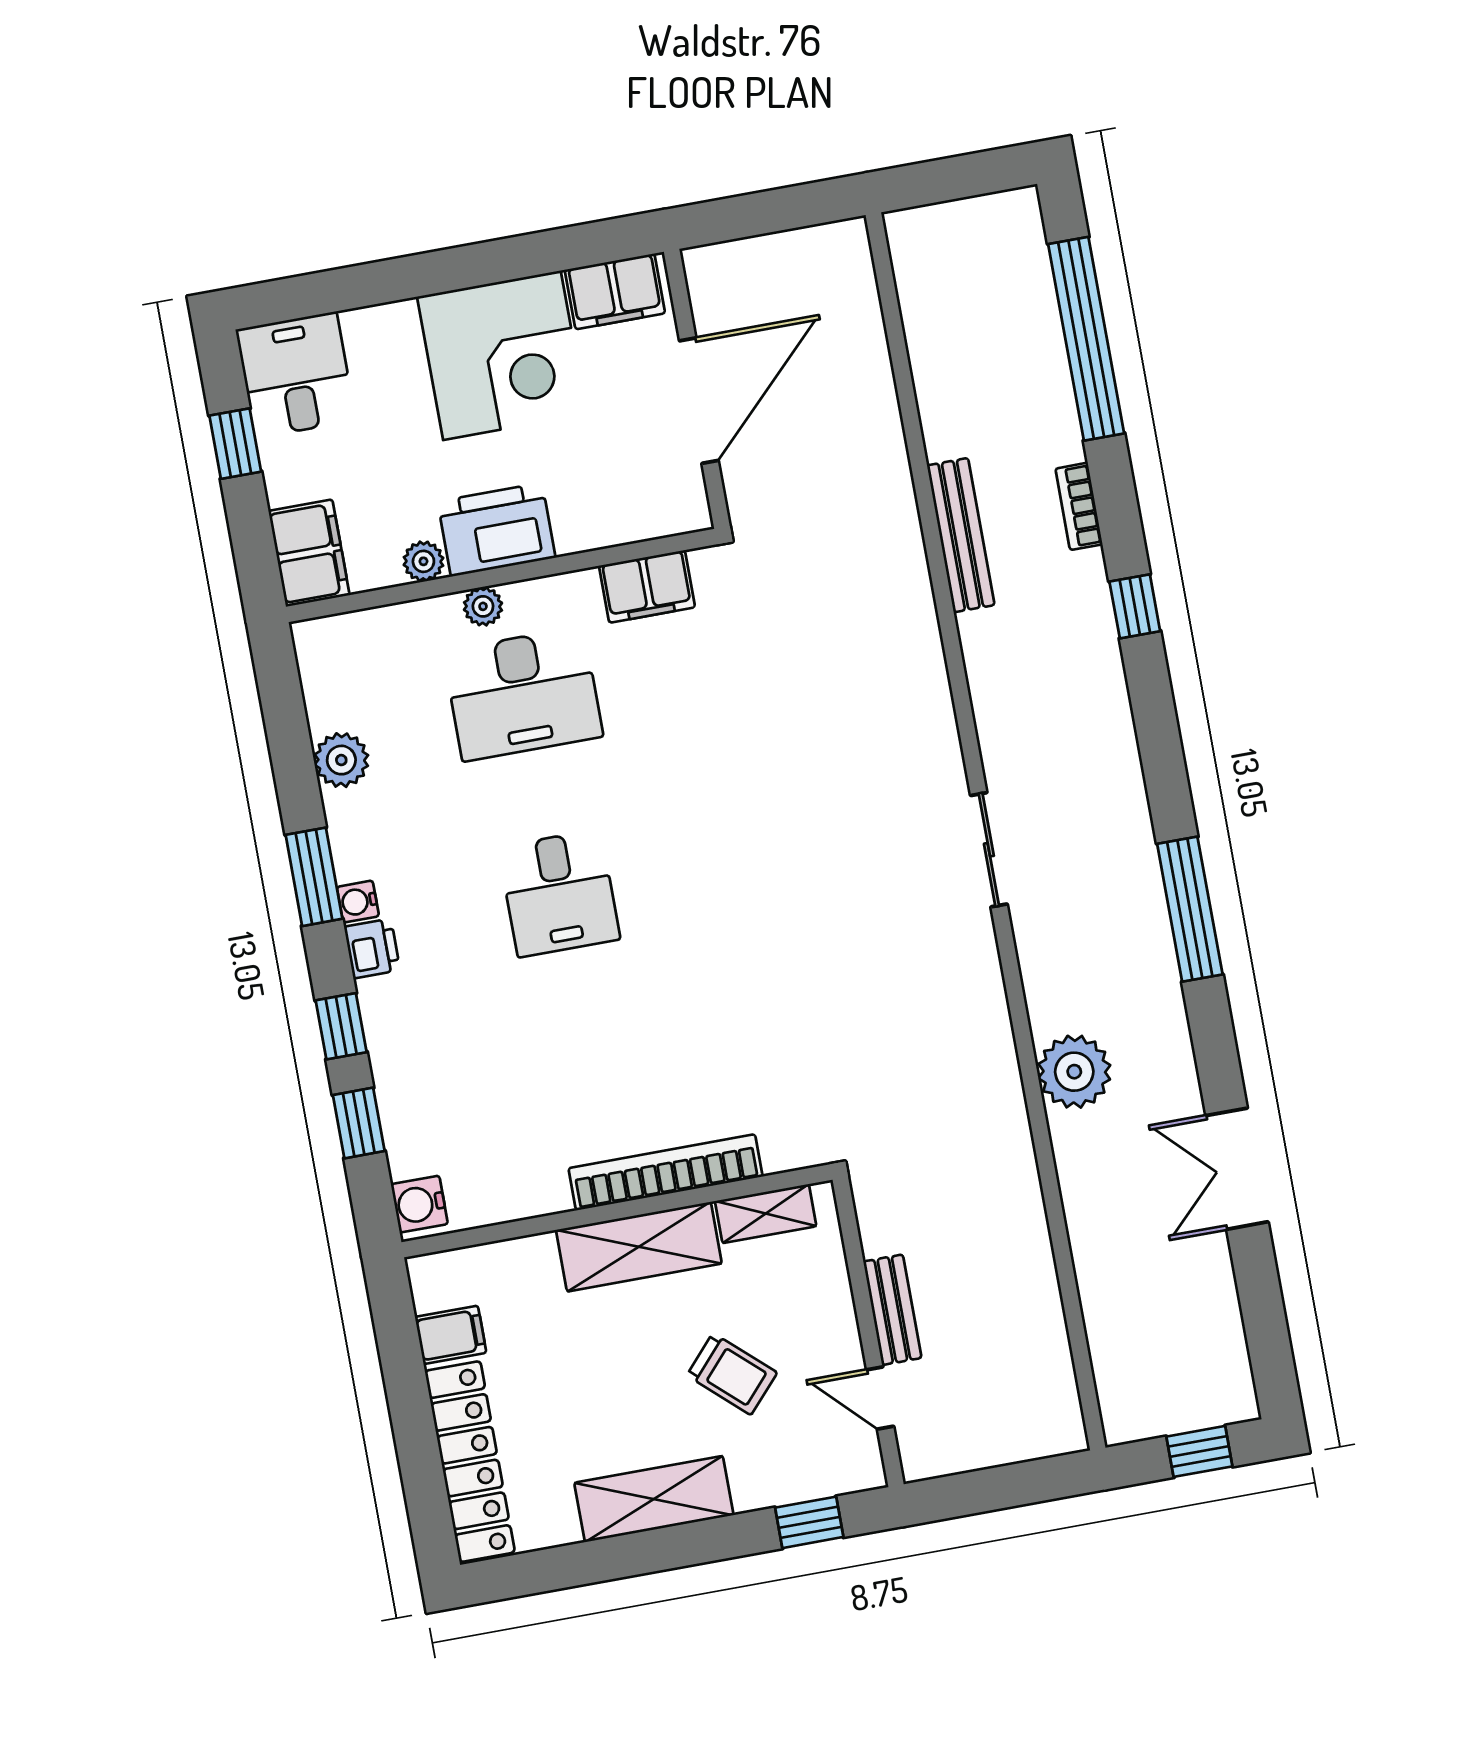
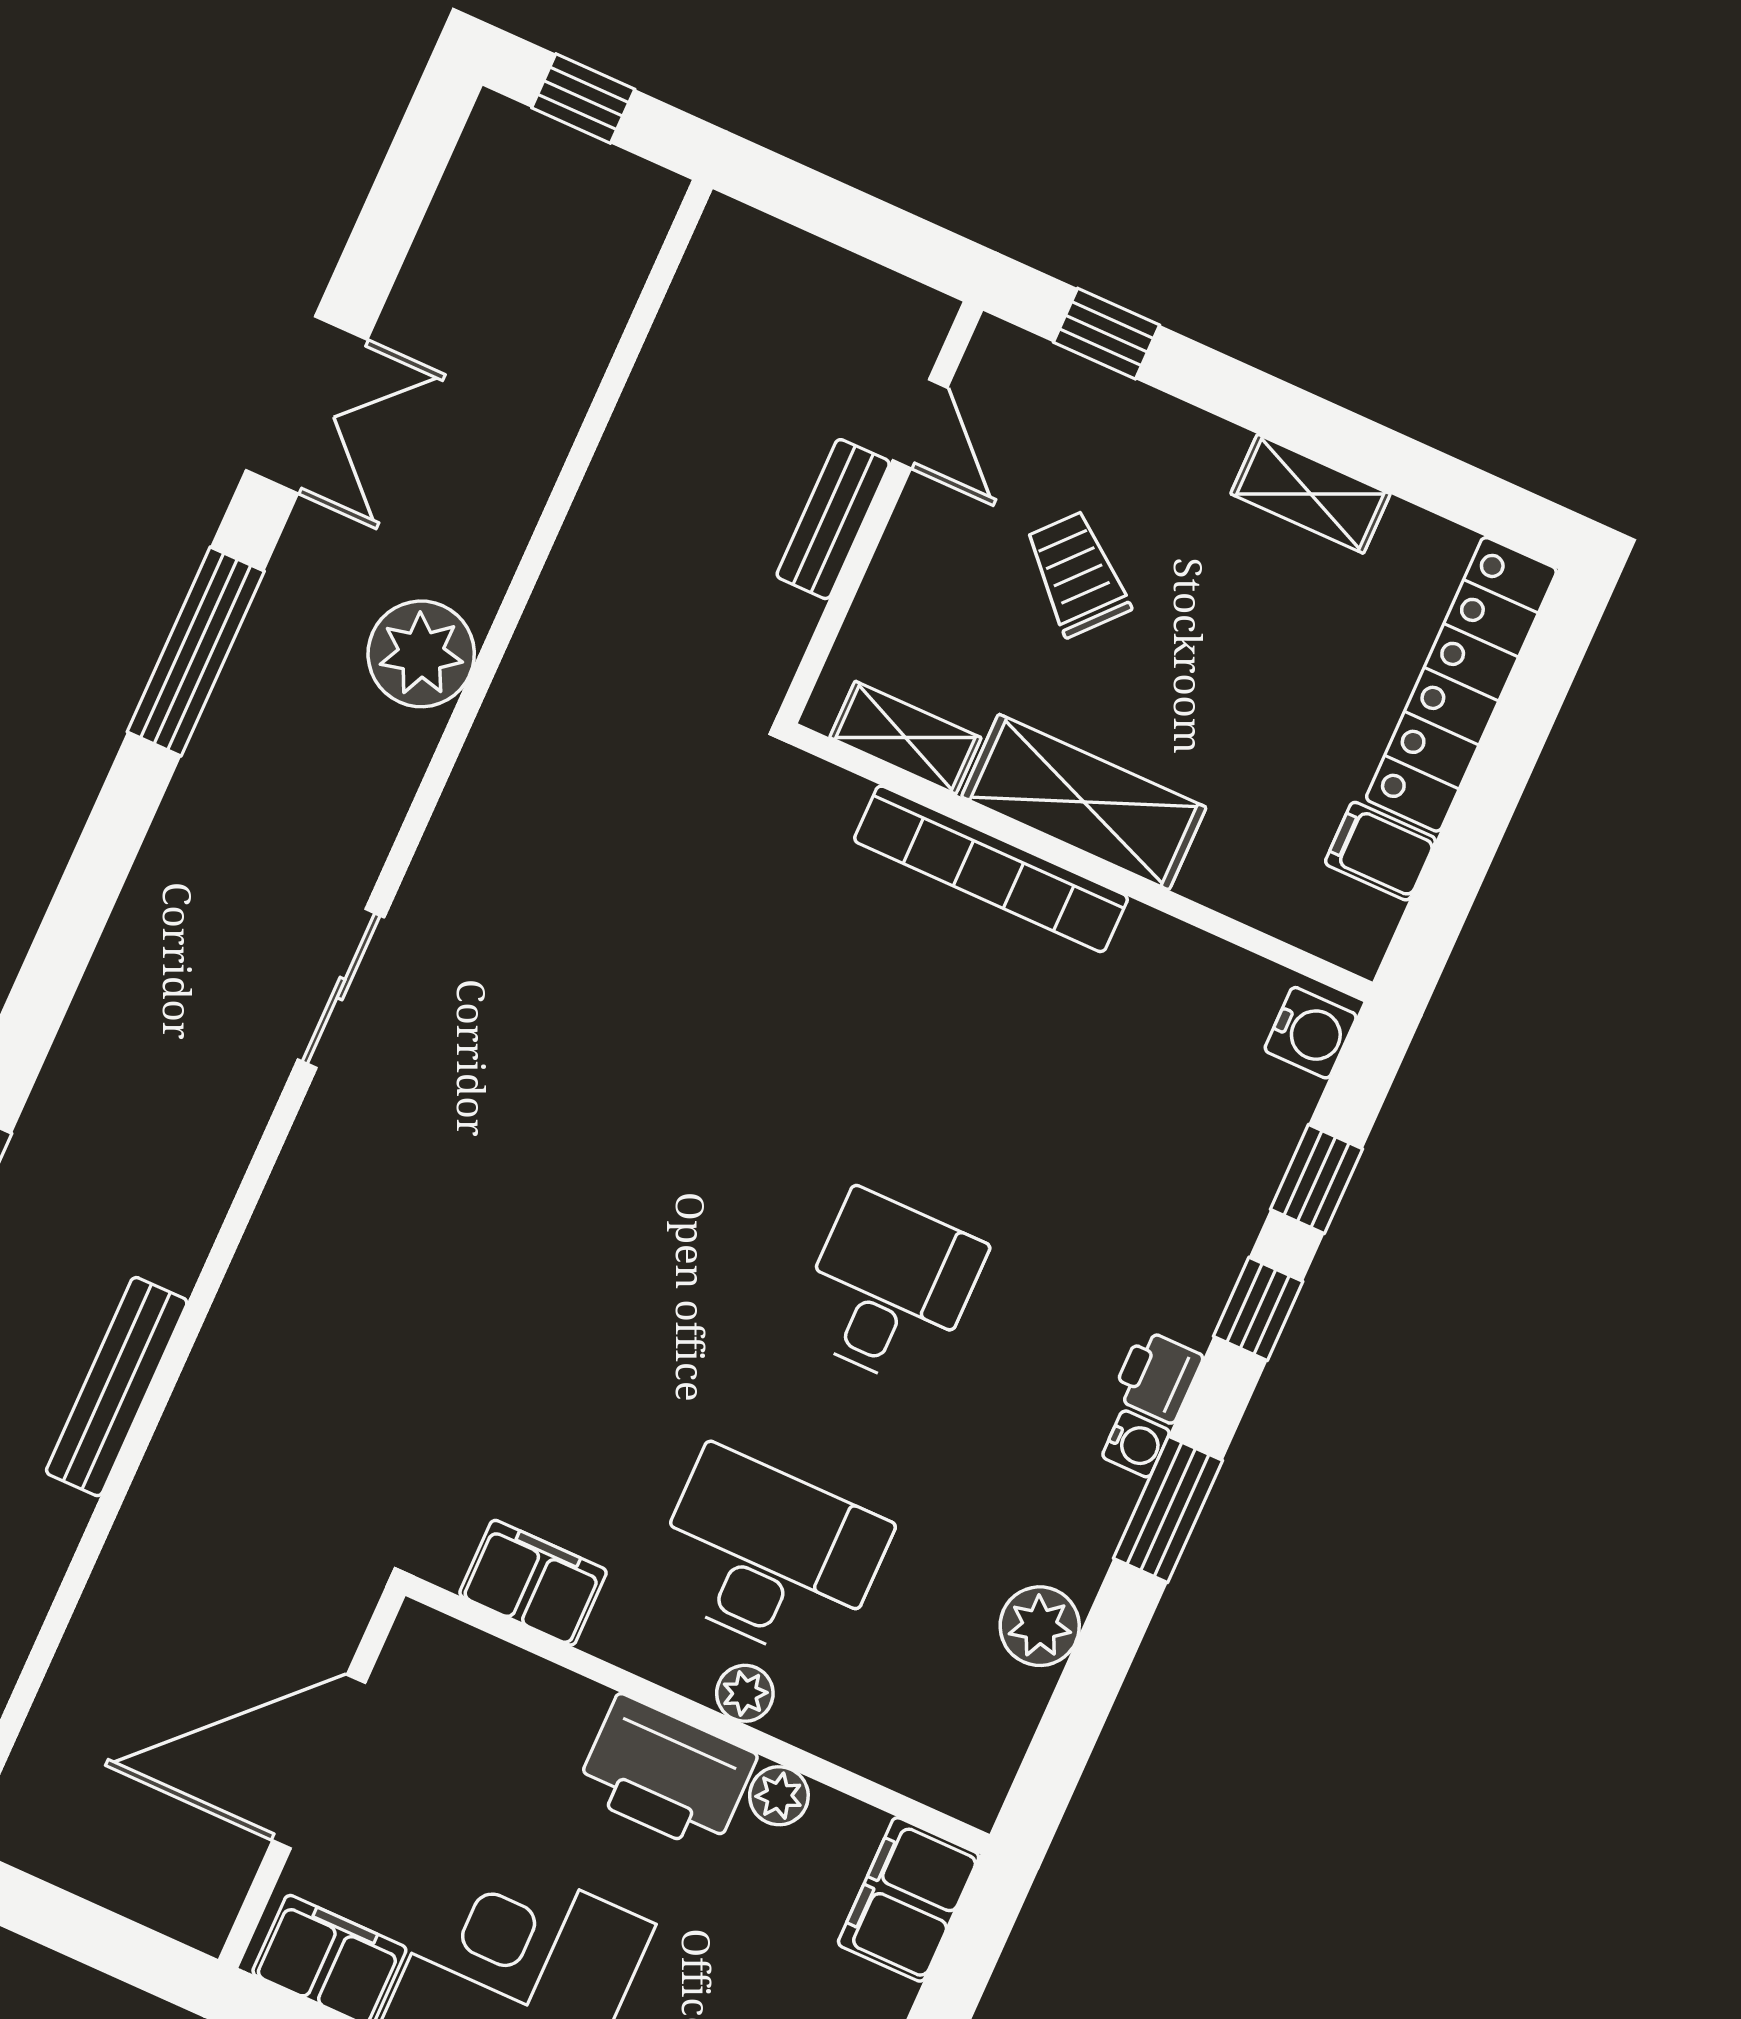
window: (1190, 909) -> (196, 651), moved
shelving: (654, 1499) -> (1310, 494), width x0.67, depth x0.75

